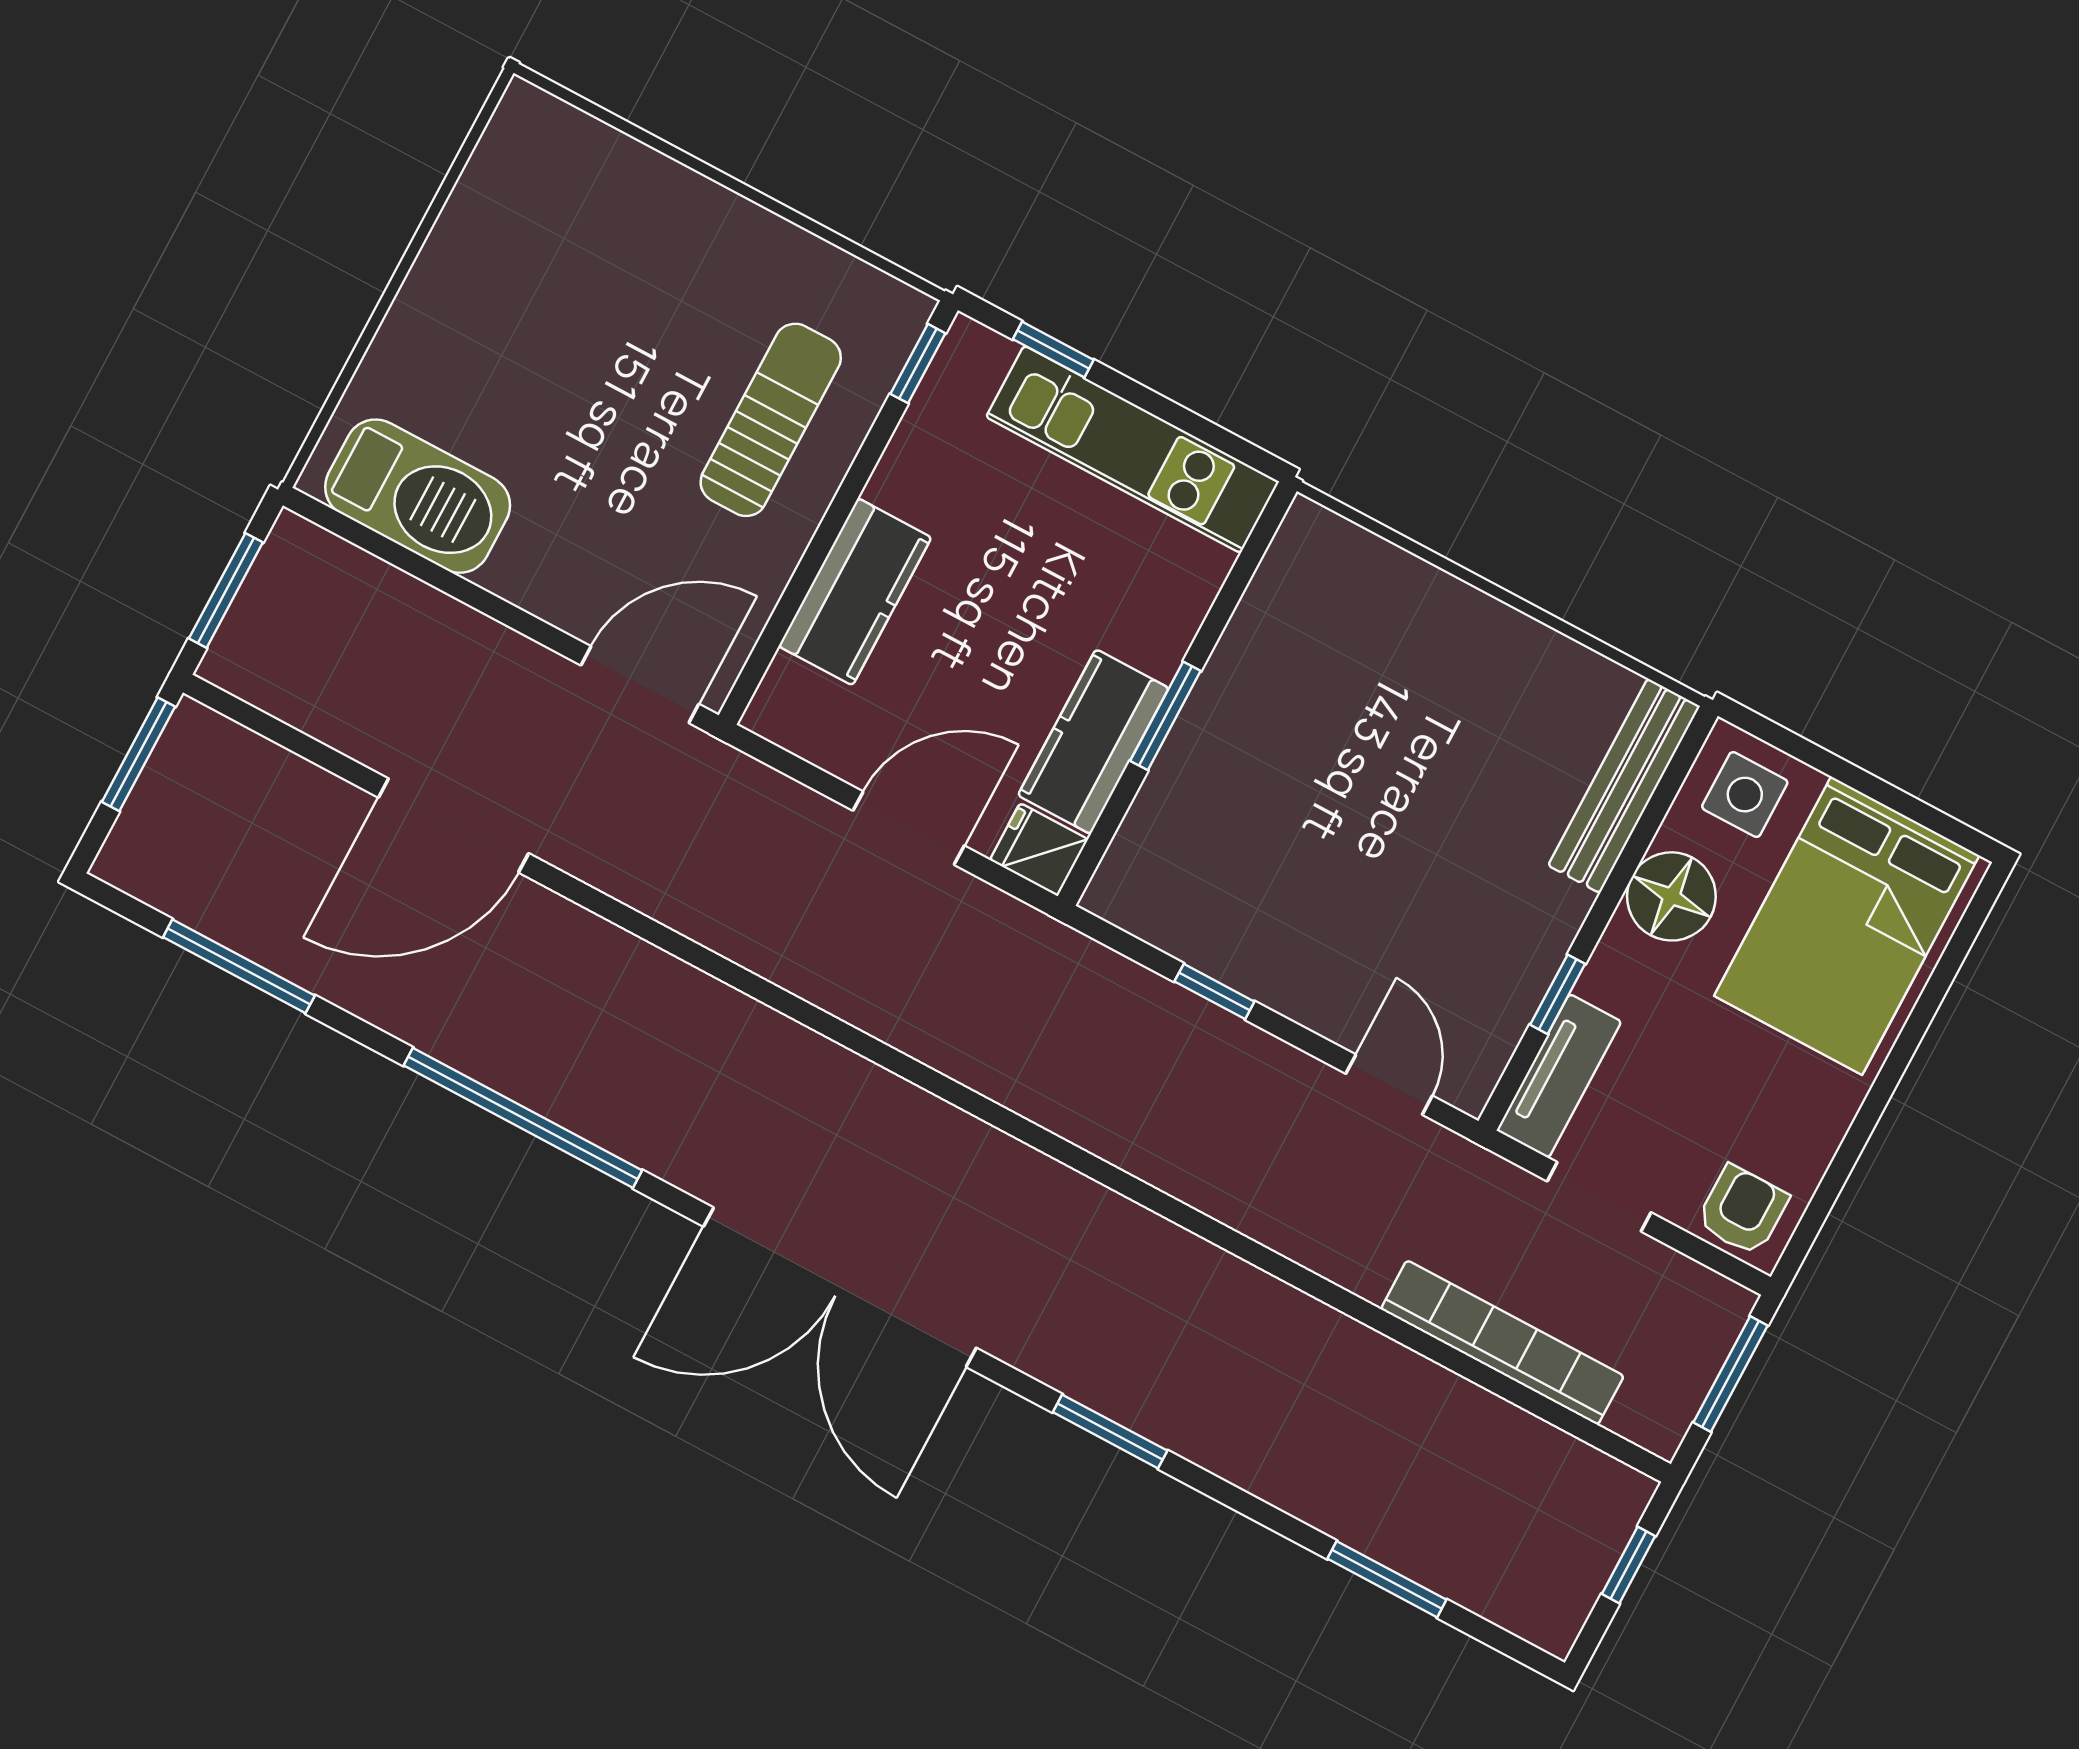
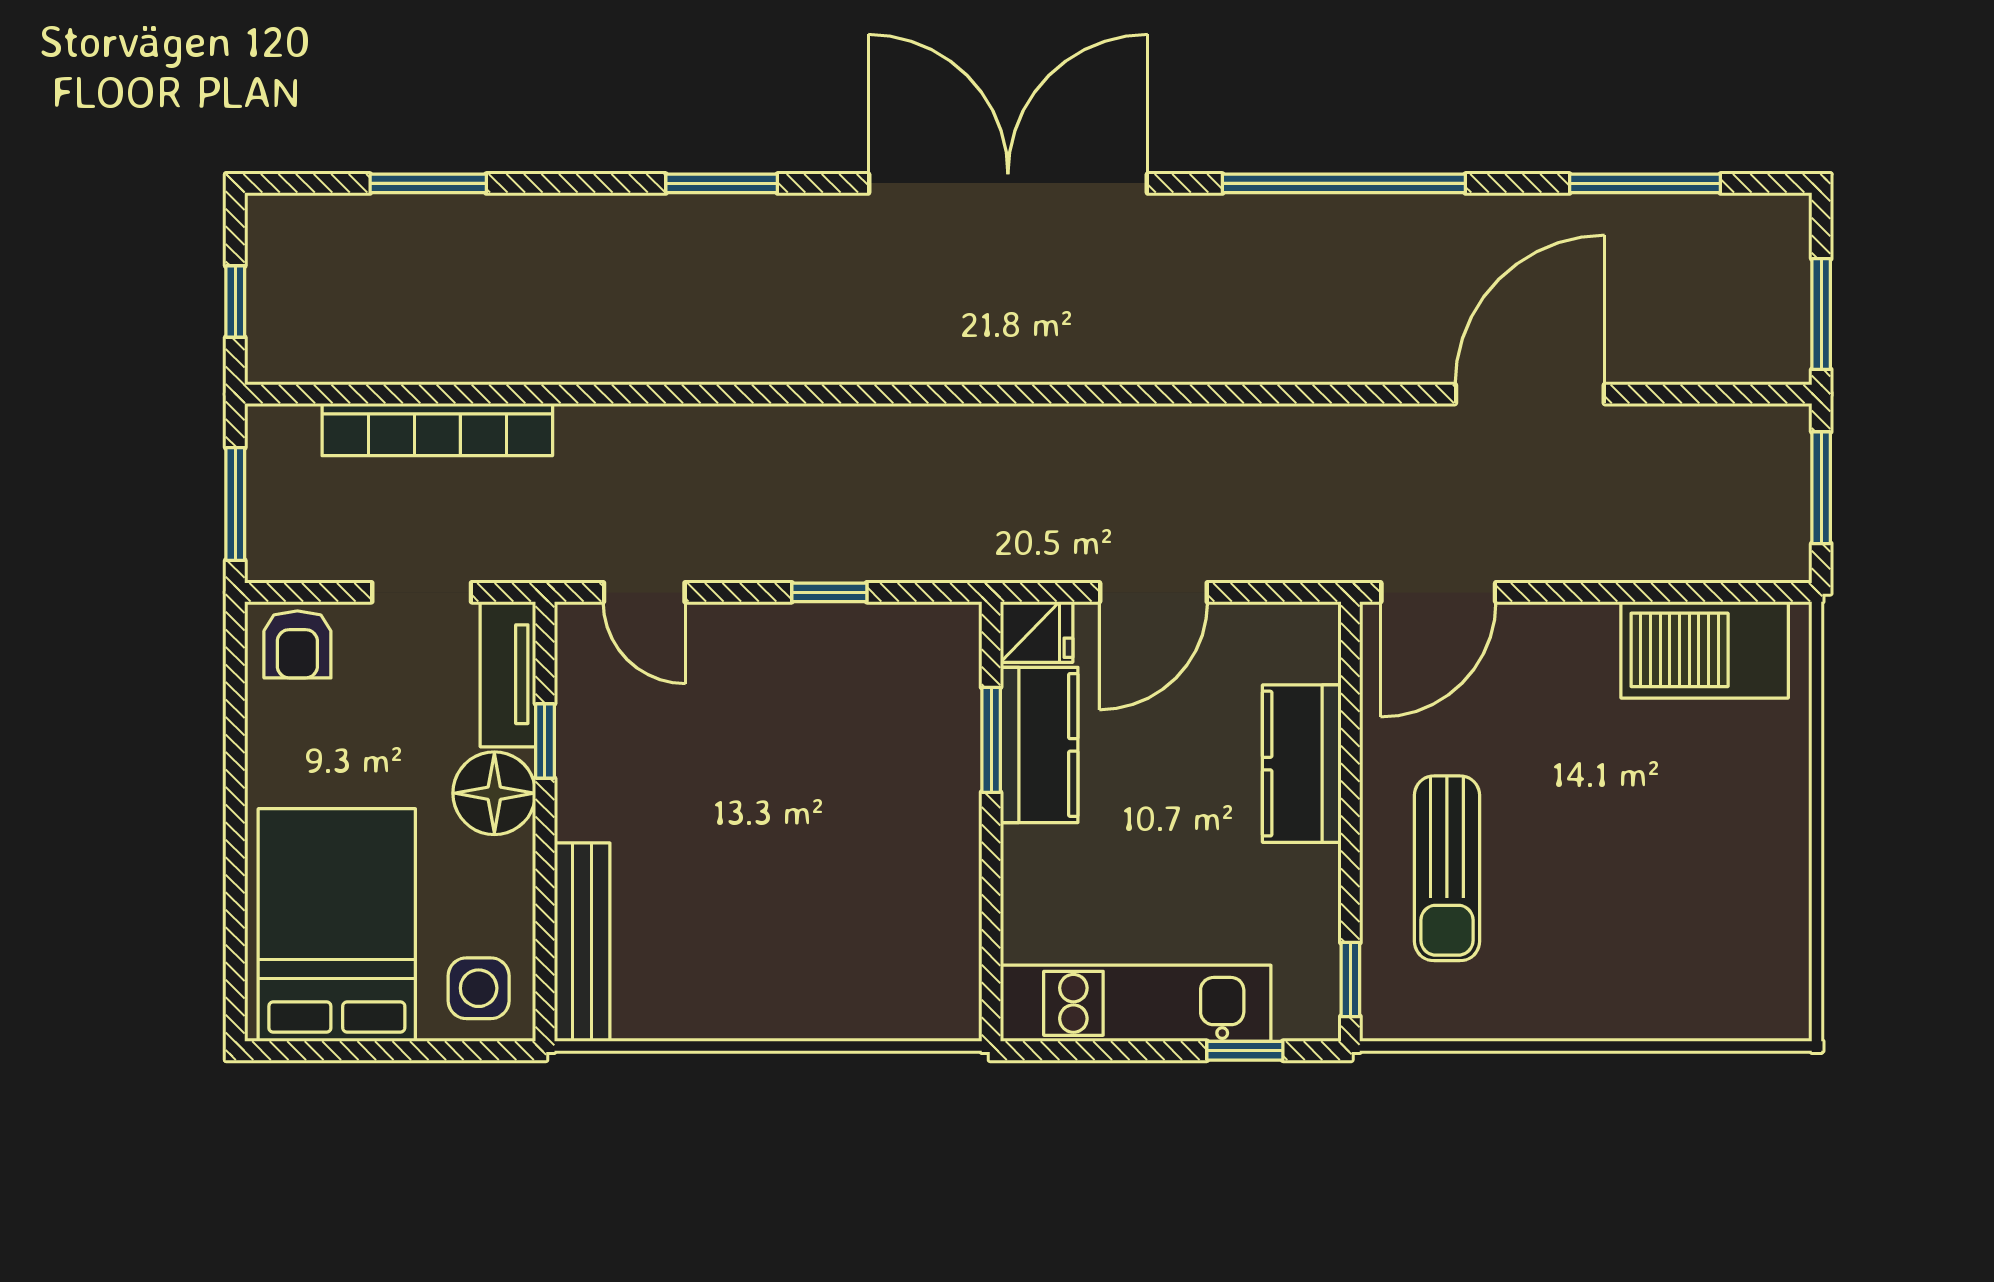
window: (1165, 716) -> (991, 740), moved
floor lamp: (1671, 896) -> (494, 793), moved

